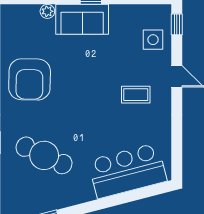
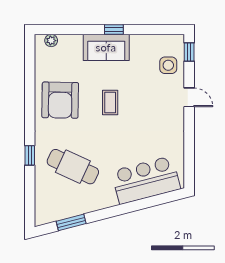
plant: (47, 11) -> (51, 41), moved
coffee table: (136, 95) -> (110, 103), moved, turned 90

